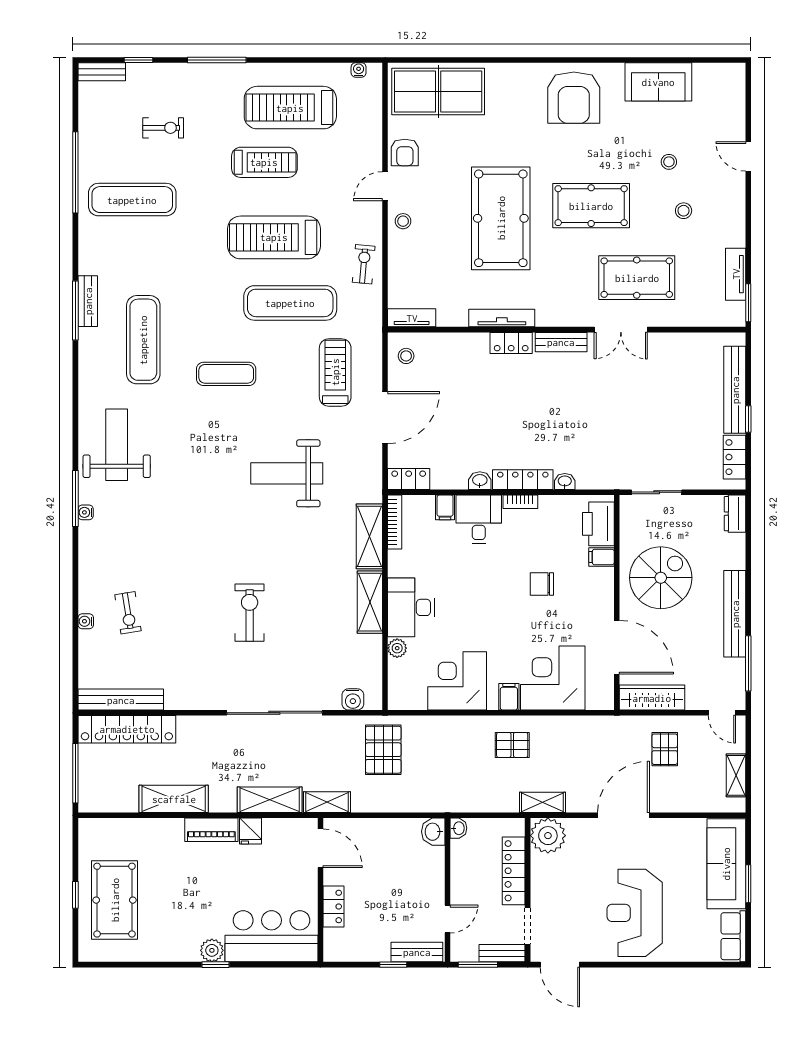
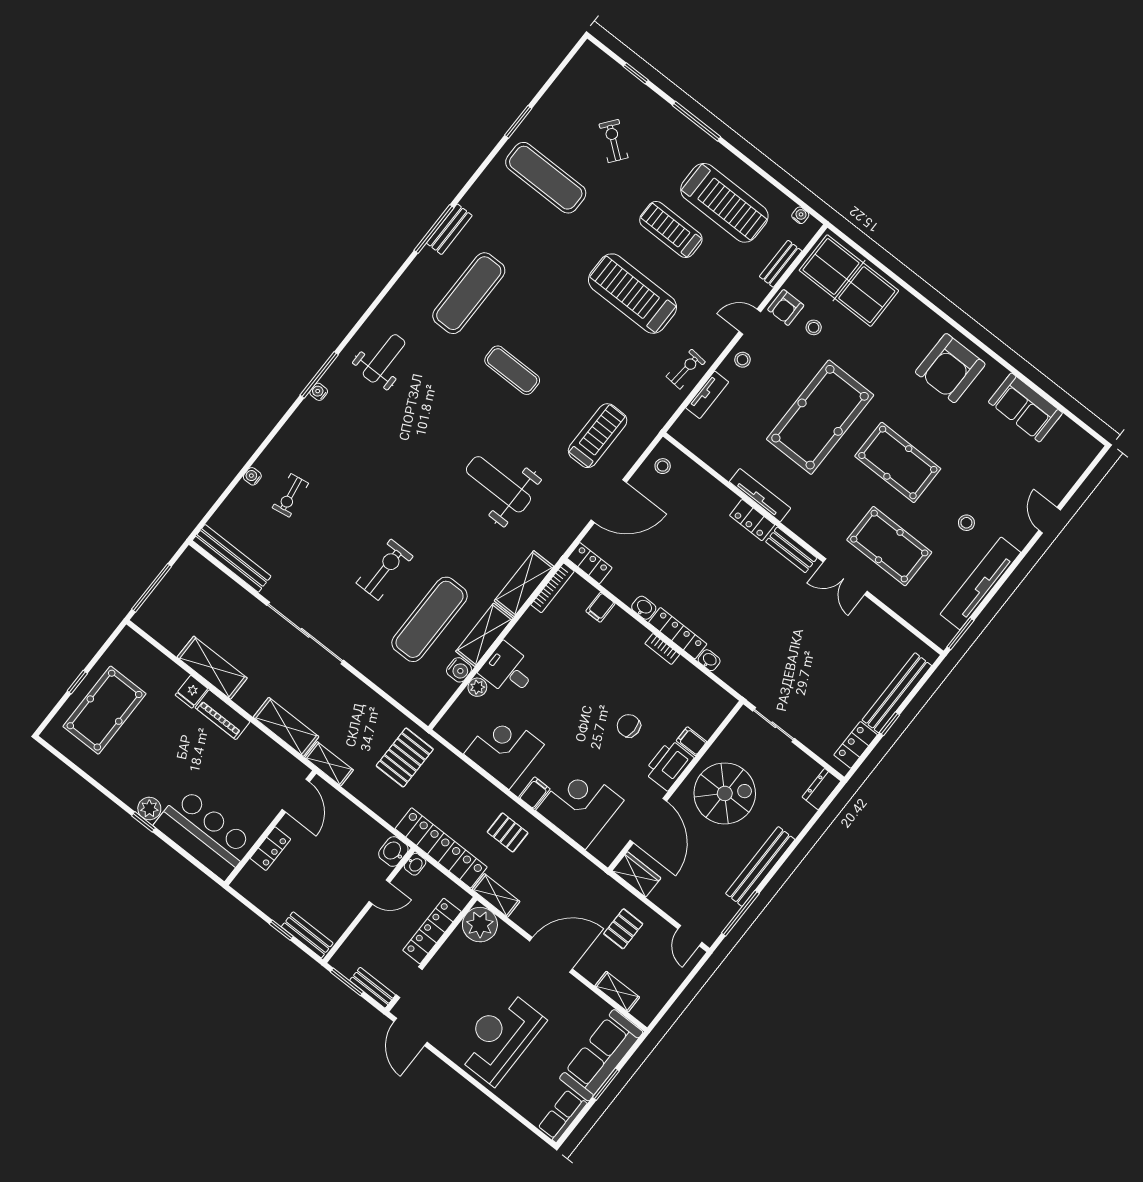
bench: (102, 72) -> (781, 264), moved, turned 90
treadmill: (290, 108) -> (724, 203), turned 180
exercise bike: (163, 128) -> (613, 141), turned -142
treadmill: (264, 162) -> (671, 229), turned 180
stool: (669, 162) -> (814, 327), moved
window: (75, 172) -> (518, 122), width x0.47
tv unit: (736, 274) -> (980, 583), width x1.92, depth x1.29
exercise mat: (290, 303) -> (430, 619), moved, turned 90
tv unit: (412, 318) -> (707, 395), moved, turned 90
weight bench: (117, 445) -> (384, 358), width x0.73, depth x0.75
desk: (479, 519) -> (619, 637), removed
printer: (598, 524) -> (669, 765), moved
desk: (411, 607) -> (508, 670), width x0.73
wardrobe: (652, 698) -> (636, 874), width x0.67
water cooler: (353, 699) -> (459, 670), moved, turned -90
sliding door: (274, 713) -> (305, 633), moved
locker: (127, 729) -> (441, 848), moved, turned 180
shelving: (736, 775) -> (617, 992), moved, turned 90
fridge: (251, 831) -> (191, 692), moved
door: (447, 919) -> (379, 892), moved

